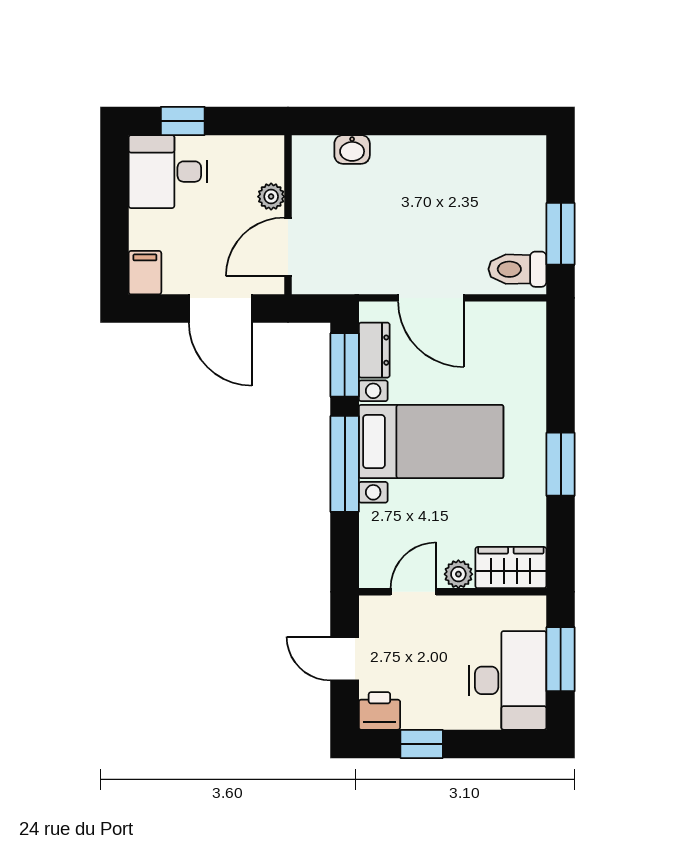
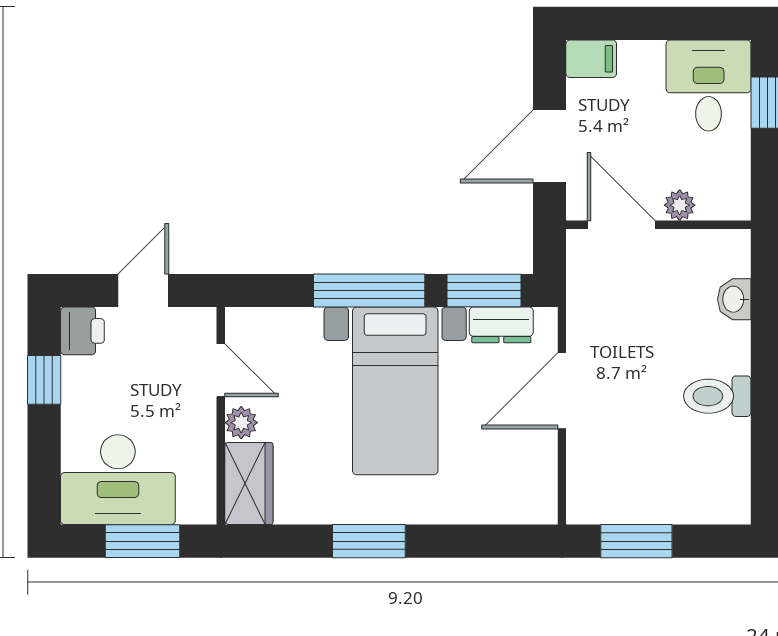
toilet: (517, 269) -> (717, 396), moved, turned -90

